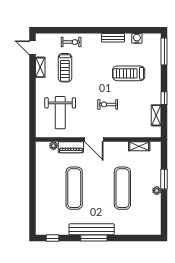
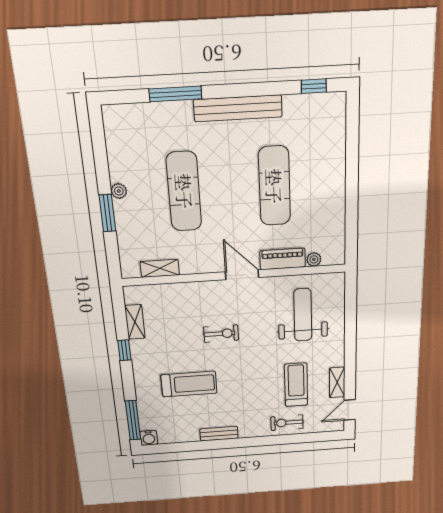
water cooler: (137, 38) -> (149, 438), moved
door: (33, 48) -> (350, 410), swing flipped
window: (94, 238) -> (175, 94), moved

